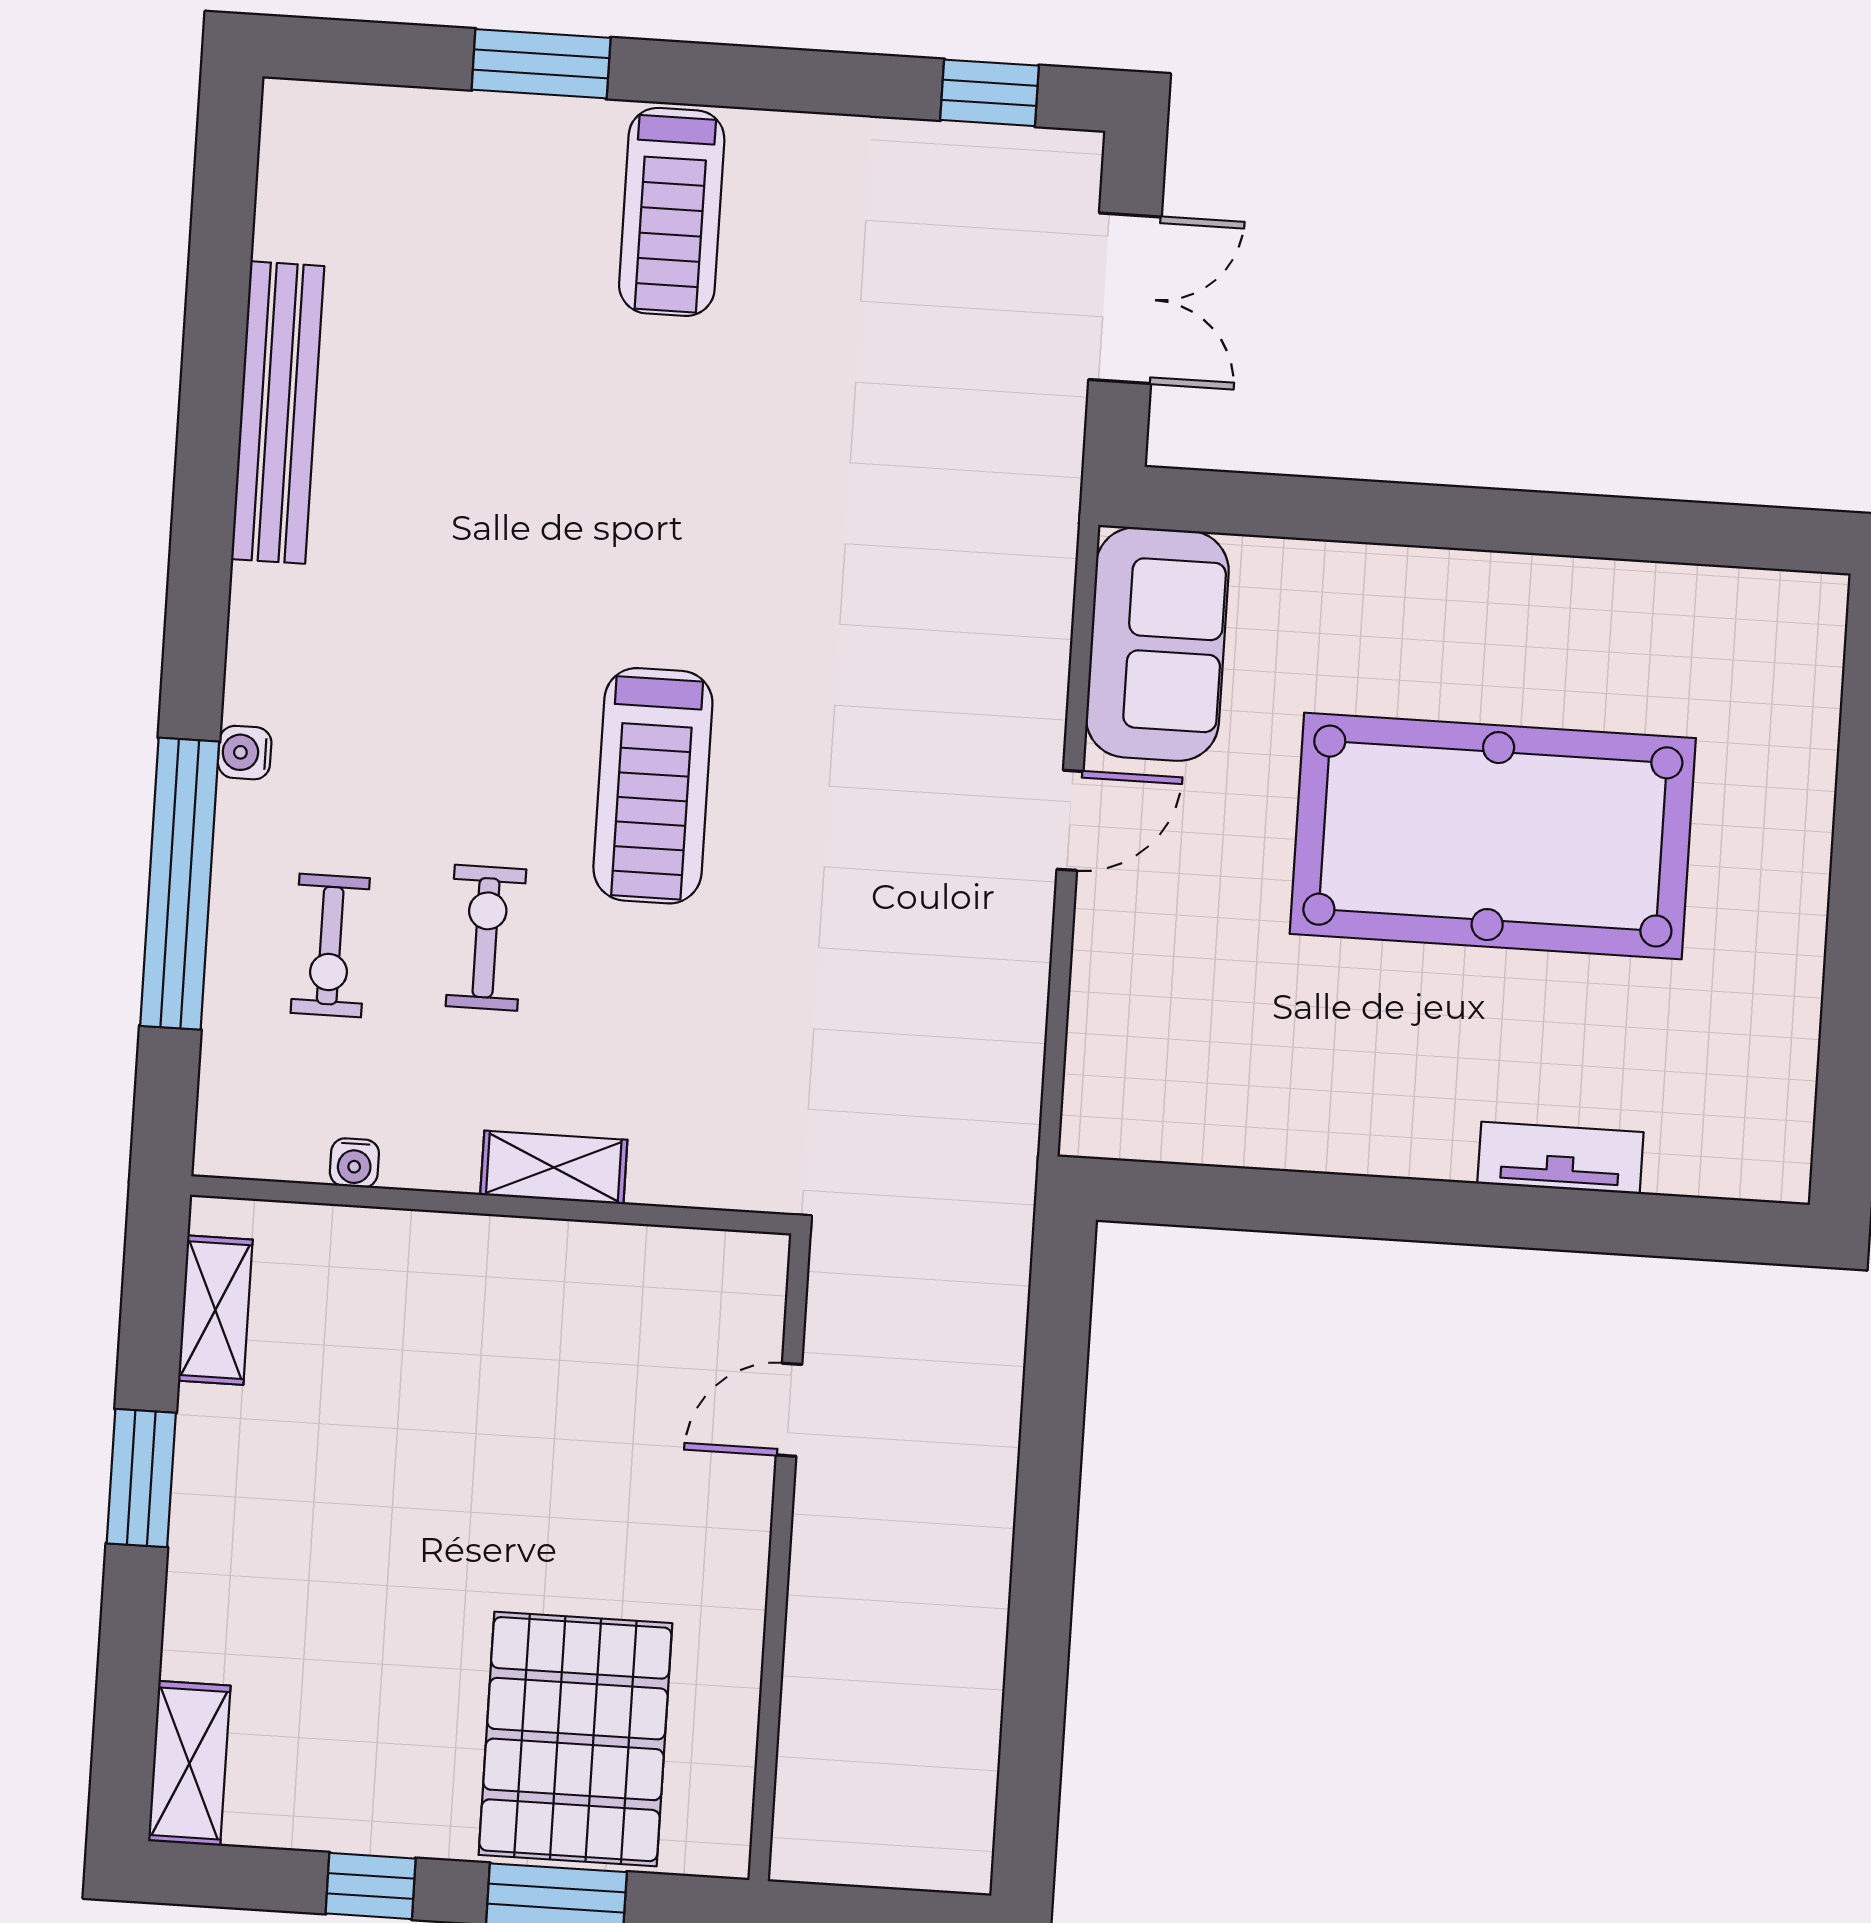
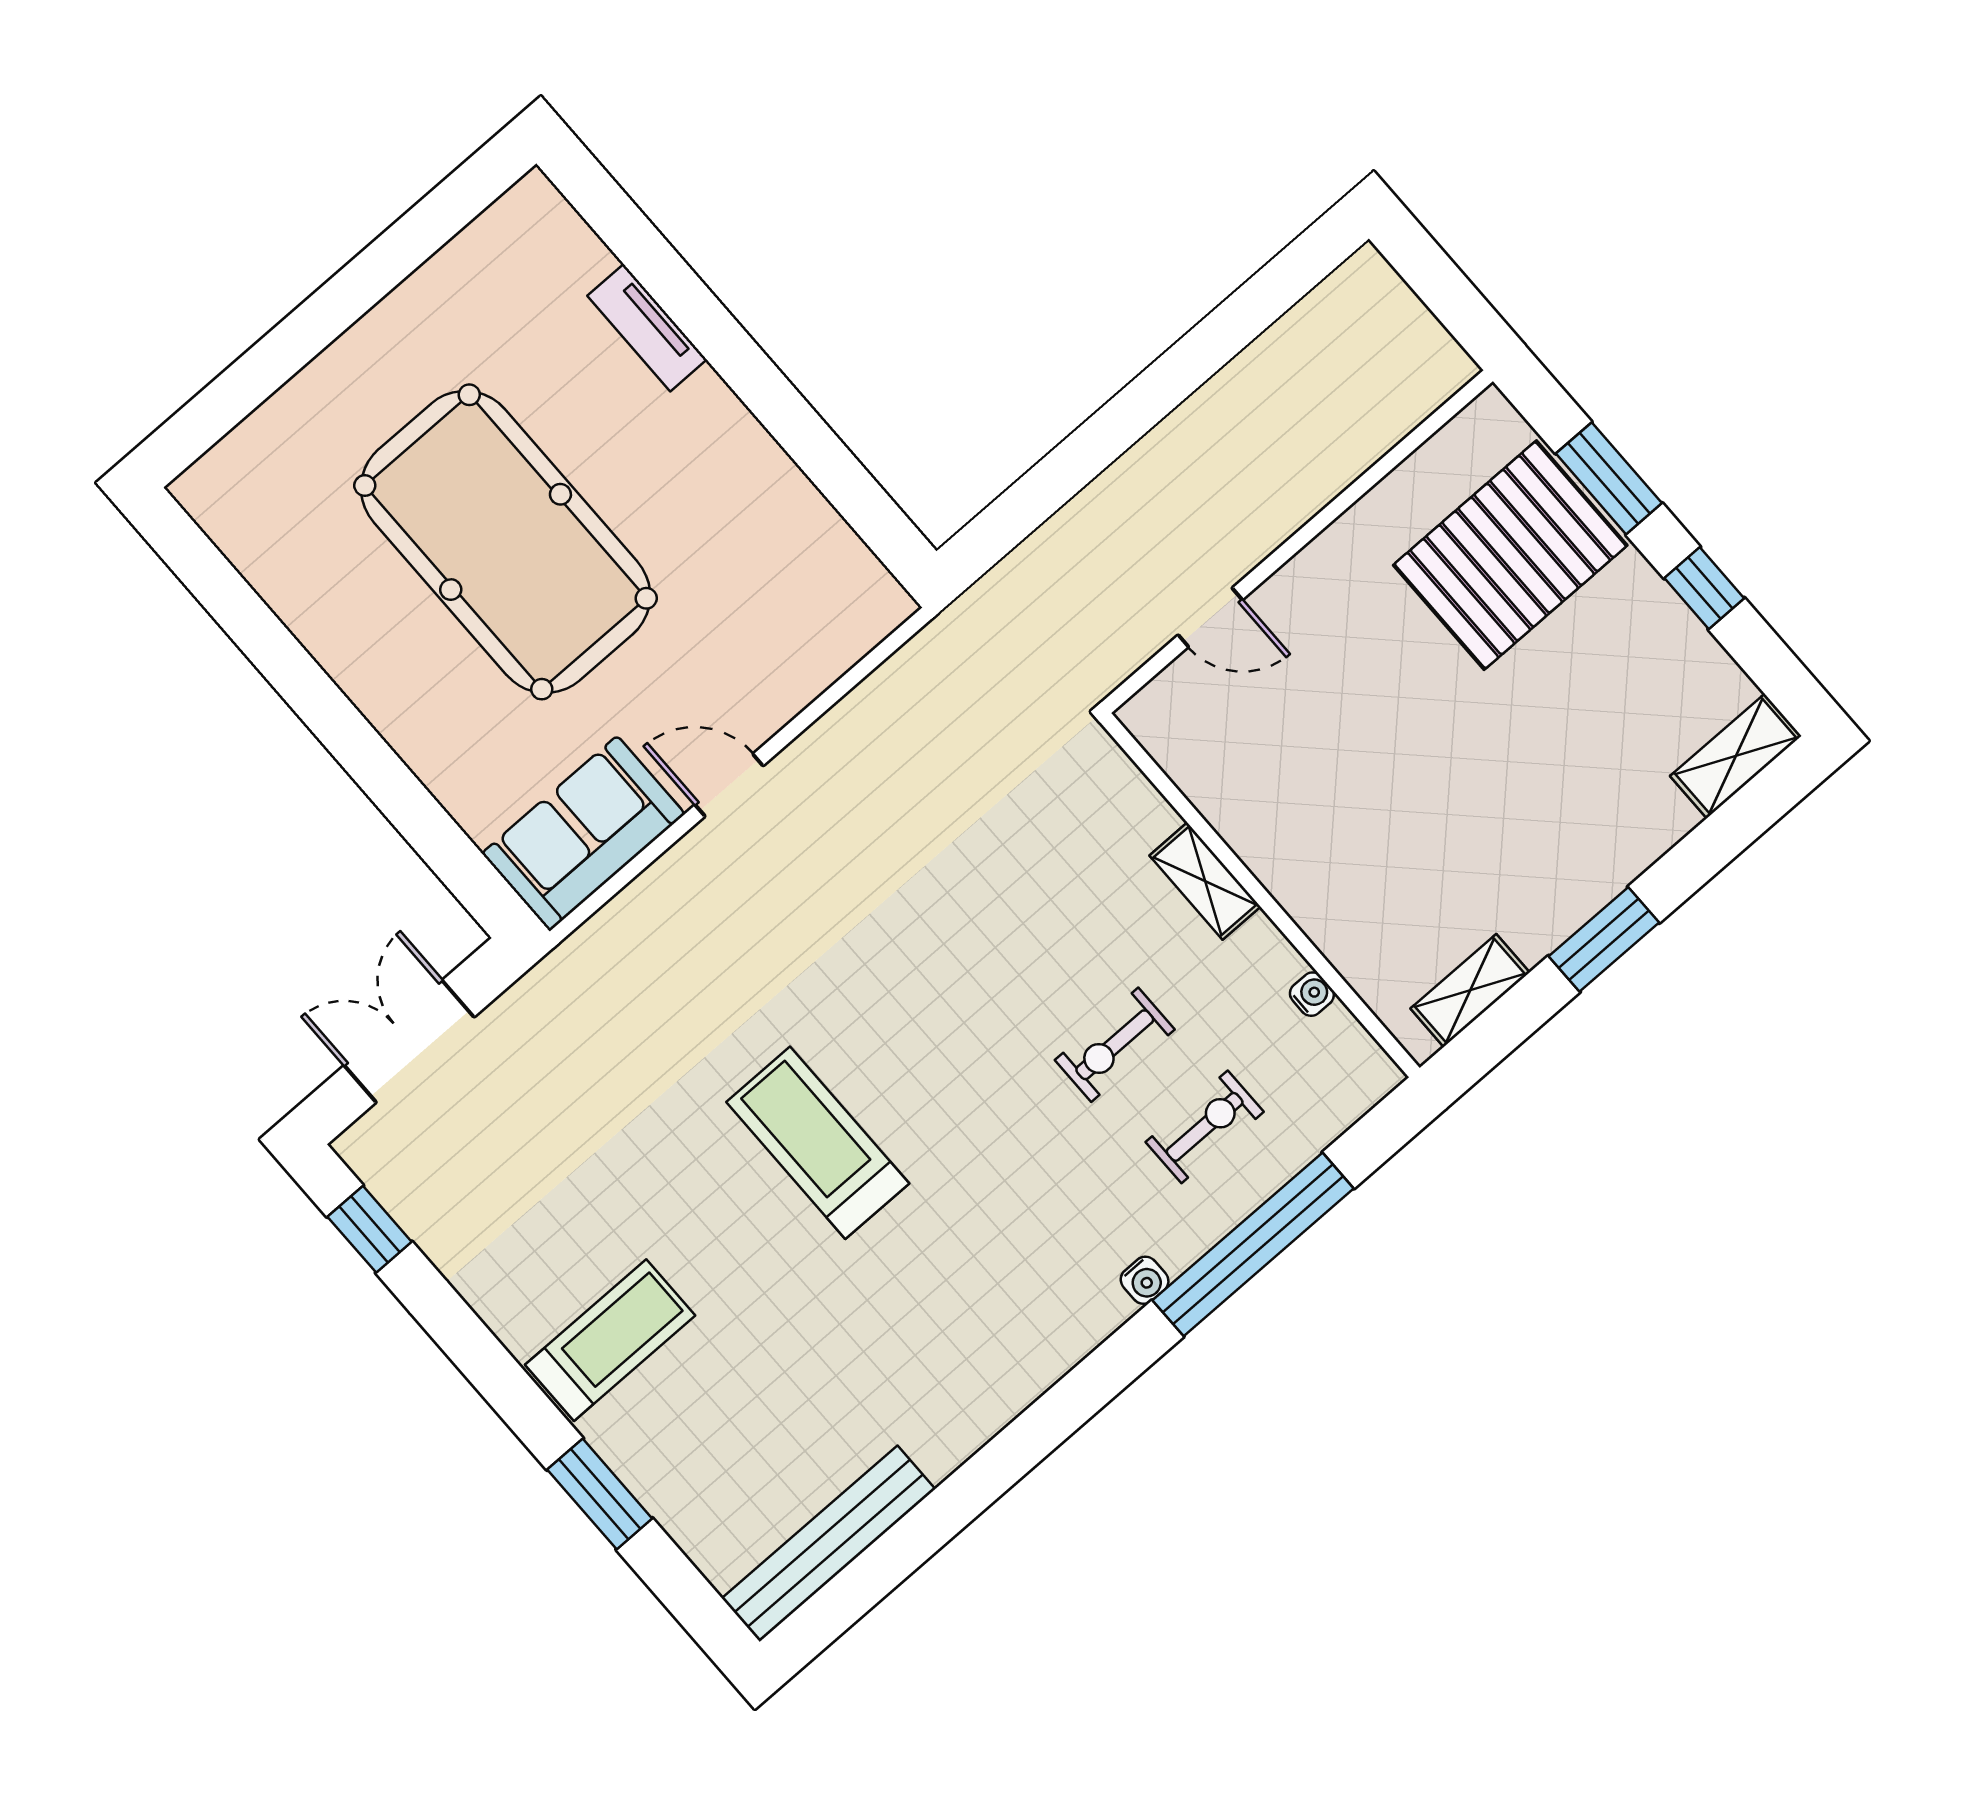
bench: (278, 413) -> (829, 1544), moved
treadmill: (653, 786) -> (818, 1143), moved, turned -90

